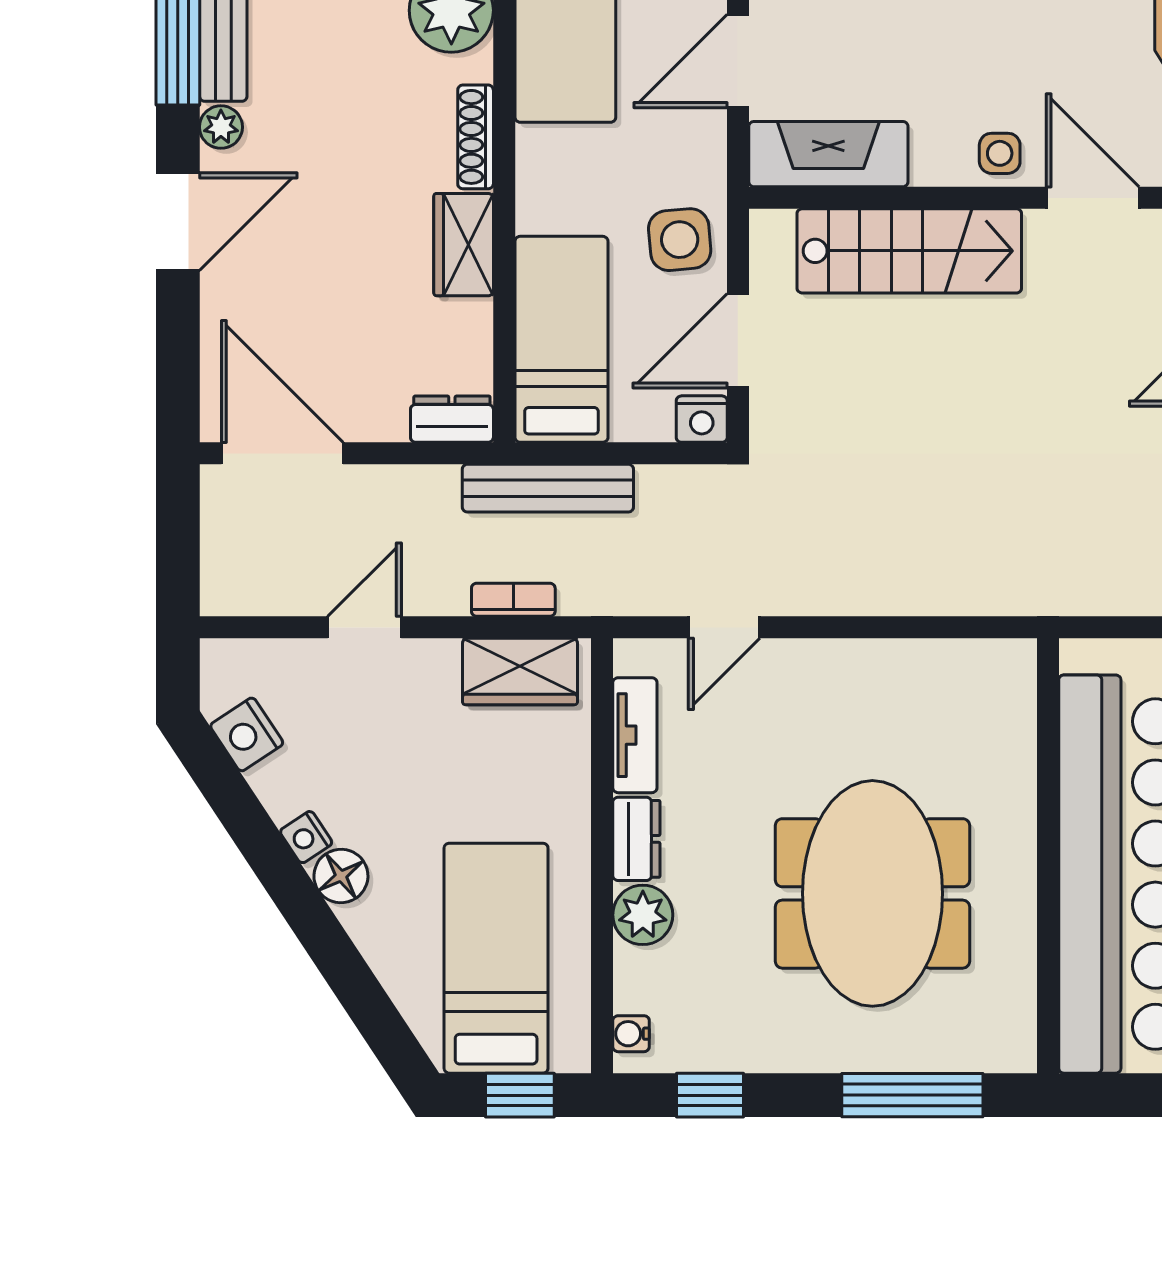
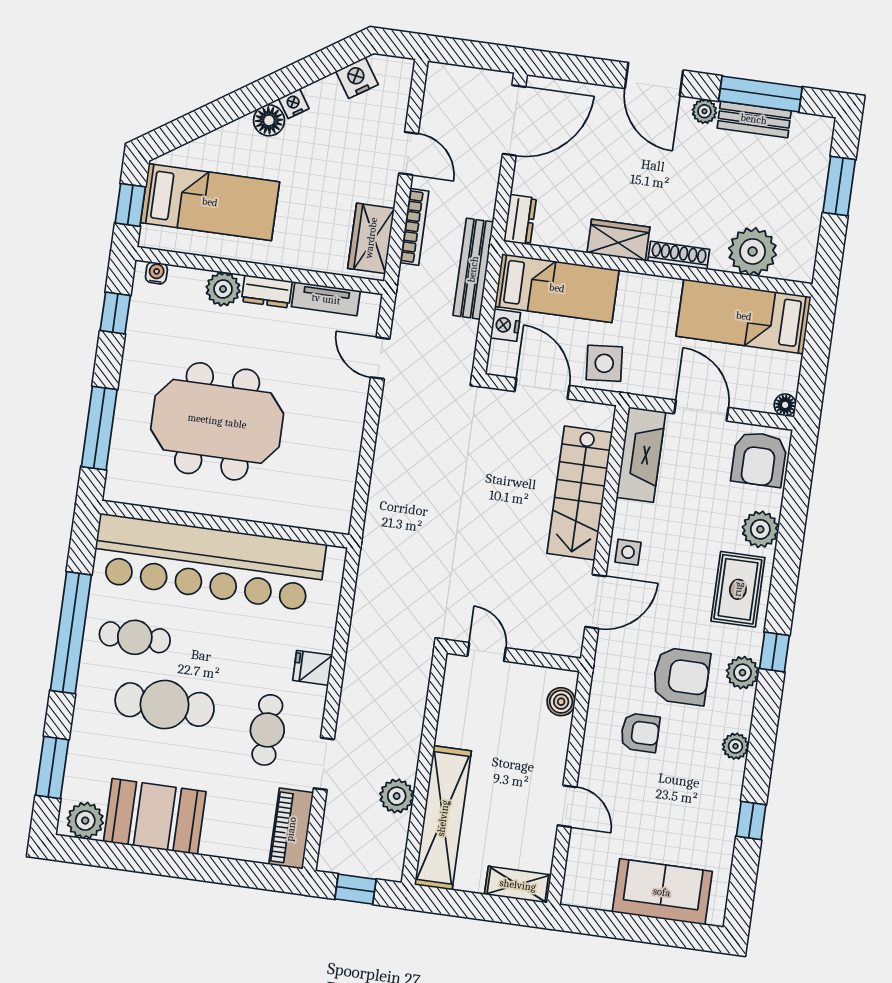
nightstand: (702, 419) -> (505, 325), moved
bookcase: (513, 600) -> (414, 227), width x1.56

